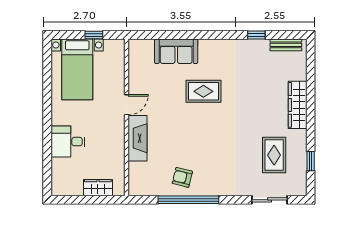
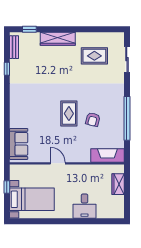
sofa: (176, 51) -> (19, 144), moved
rug: (203, 91) -> (69, 114), moved
fireplace: (137, 138) -> (107, 155), moved
window: (311, 161) -> (29, 29), moved
armchair: (182, 177) -> (93, 119), moved

